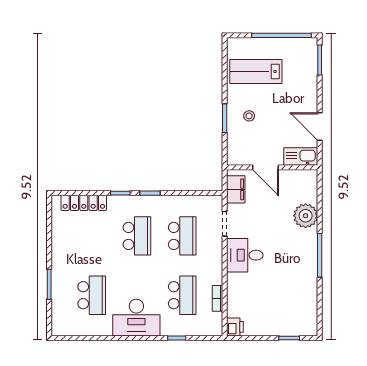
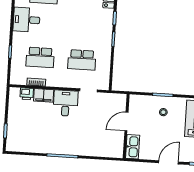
door: (320, 127) -> (169, 162), moved
filing cabinet: (236, 189) -> (44, 95), moved
plant: (306, 216) -> (91, 148), removed
school desk: (137, 236) -> (84, 28), removed
desk: (136, 318) -> (27, 20), width x0.73
printer: (235, 327) -> (27, 94), moved

